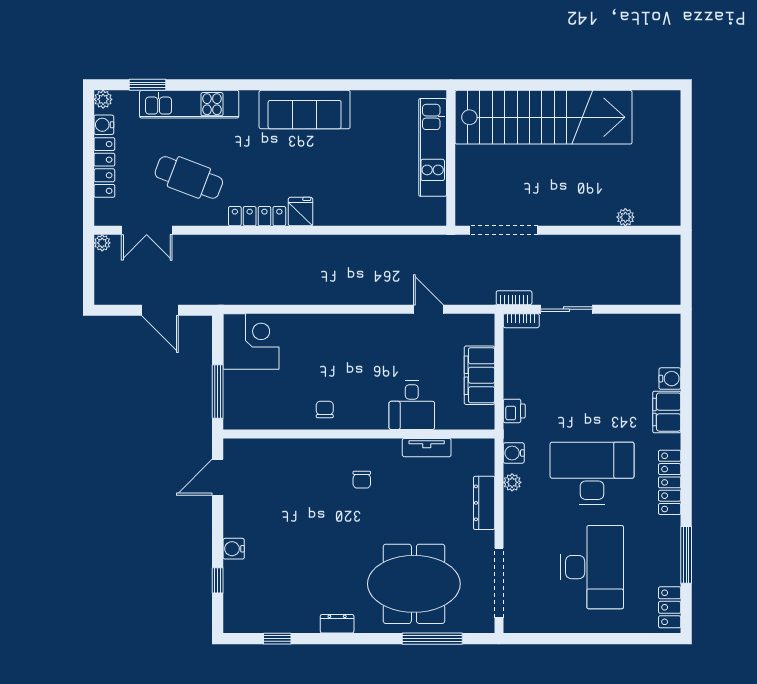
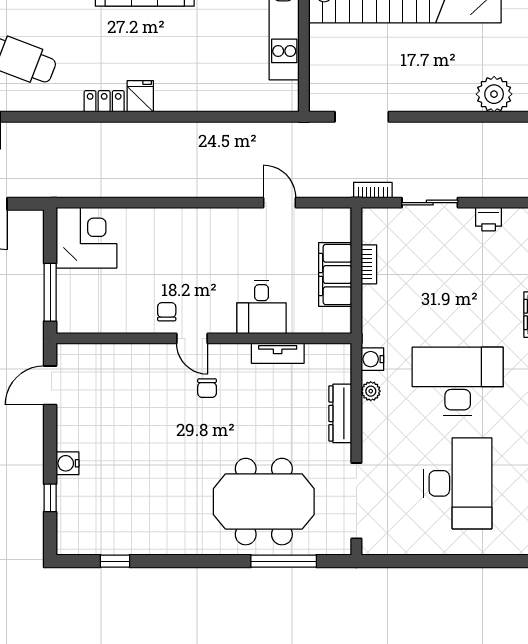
locker: (257, 216) -> (104, 101), width x0.66
plant: (625, 217) -> (494, 94), width x1.87, depth x1.87
doorway: (504, 230) -> (362, 117), width x0.73
bookcase: (521, 321) -> (369, 264), moved, turned -90
printer: (514, 411) -> (489, 219), moved, turned 90
door: (348, 434) -> (192, 338), added
dresser: (337, 624) -> (180, 545), removed

